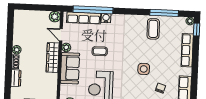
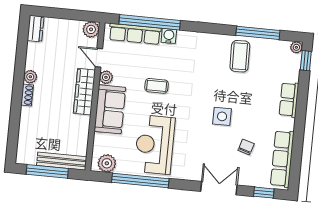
row of seats: (187, 50) -> (289, 100), width x0.68
dresser: (16, 78) -> (36, 29), moved

